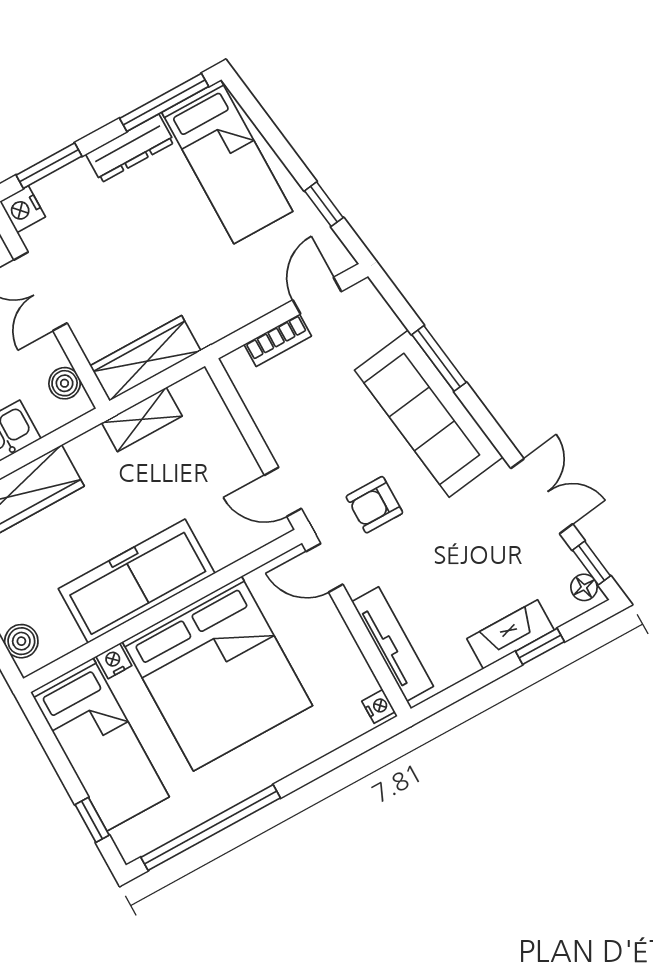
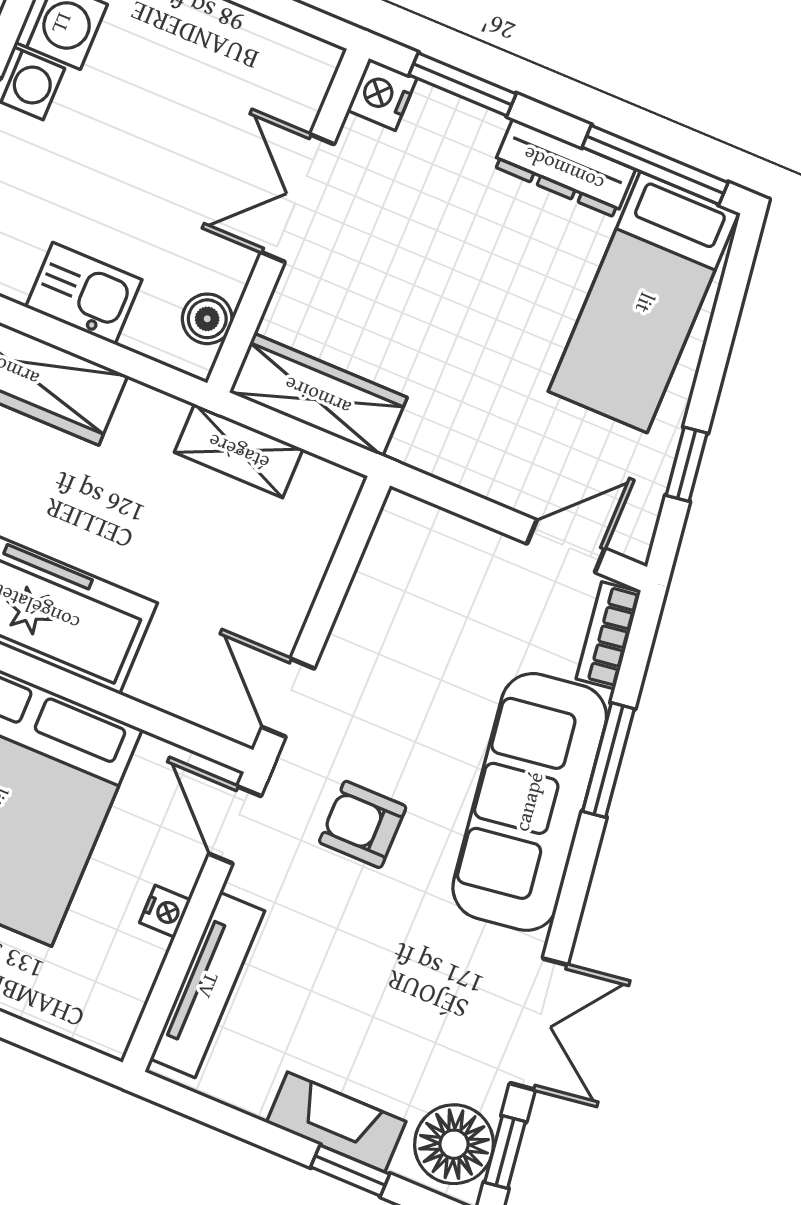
bookcase: (278, 340) -> (608, 635), moved, turned 82
floor lamp: (584, 587) -> (454, 1144), width x1.89, depth x1.89
nightstand: (378, 706) -> (165, 911), moved

